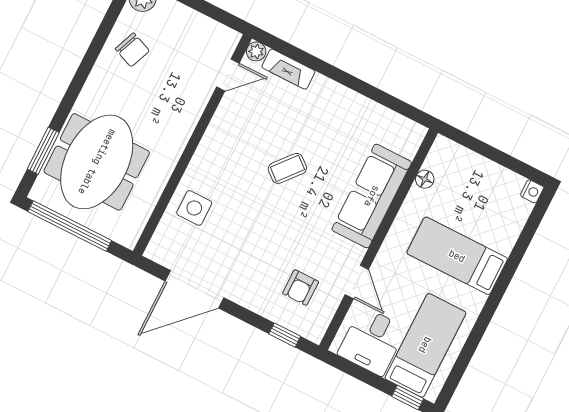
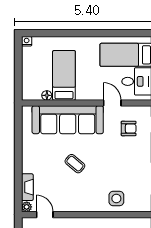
sofa: (372, 196) -> (68, 120), width x1.36, depth x1.27
bed: (457, 256) -> (64, 75), moved, turned 180
door: (357, 282) -> (112, 103), hinge flipped

